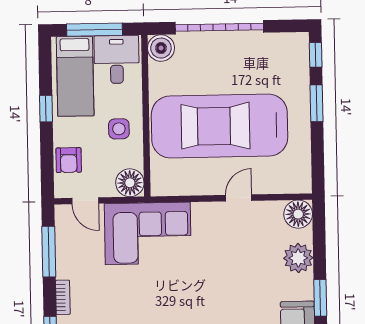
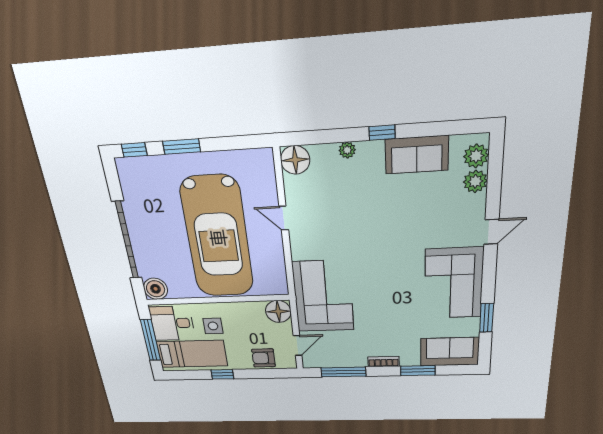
side table: (119, 129) -> (213, 326), moved
armchair: (69, 160) -> (263, 358), turned 180
plant: (298, 258) -> (347, 150), width x0.53, depth x0.53
window: (320, 298) -> (382, 133), width x0.67

